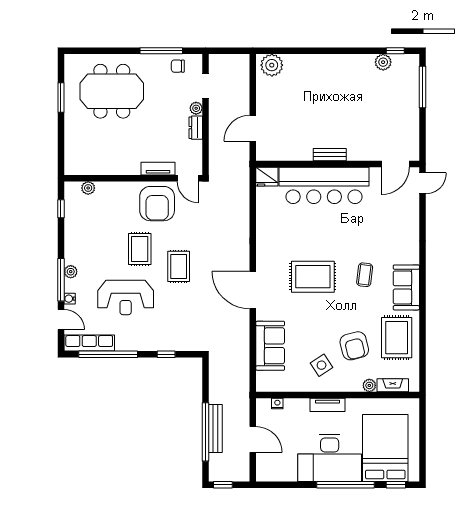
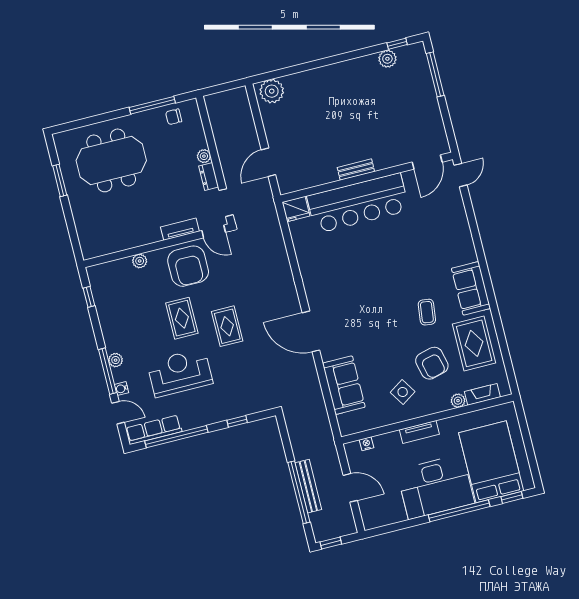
doorway: (206, 86) -> (226, 203), moved
plant: (88, 188) -> (140, 261), moved
coffee table: (365, 275) -> (427, 312), moved
rug: (313, 277) -> (370, 302), removed
reception desk: (126, 297) -> (180, 373), turned 180

